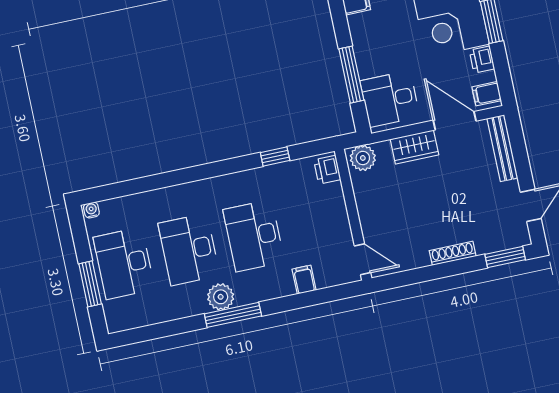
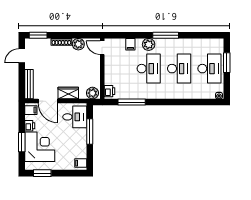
window: (275, 157) -> (132, 102), width x2.17
plant: (415, 256) -> (78, 44), added
plant: (221, 297) -> (149, 44), moved

